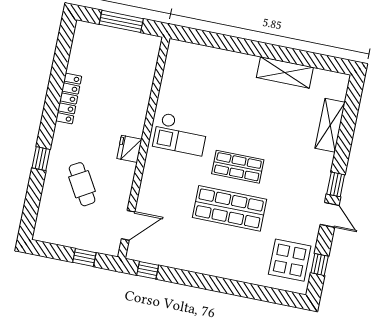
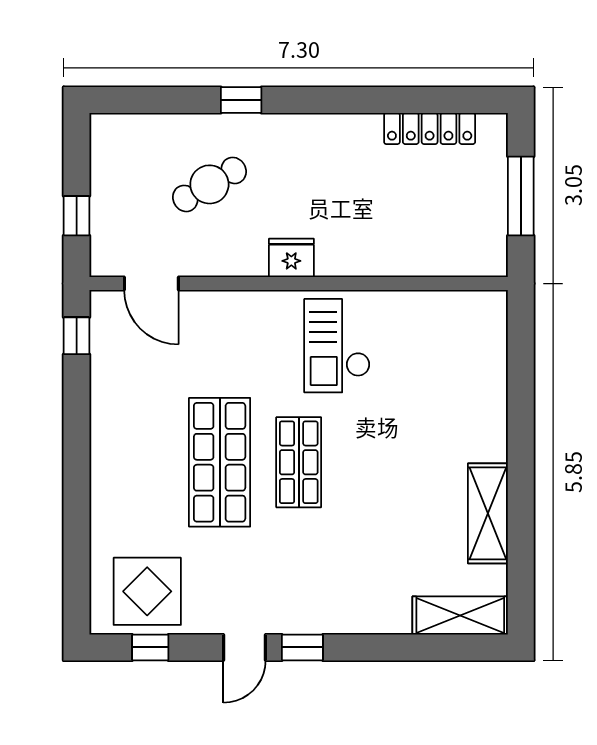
locker: (69, 98) -> (430, 128), moved
shelving: (330, 125) -> (460, 615), moved

